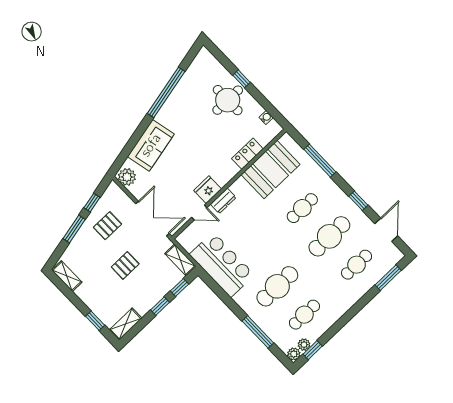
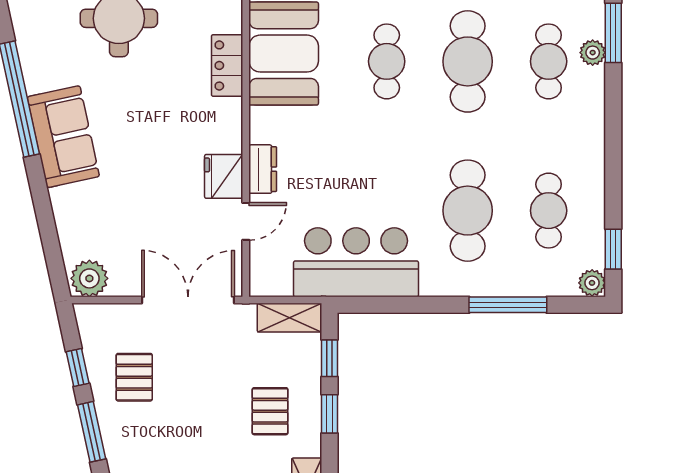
sofa: (151, 145) -> (63, 137), moved
pallet: (125, 265) -> (270, 411), moved
plant: (304, 345) -> (593, 53), moved

